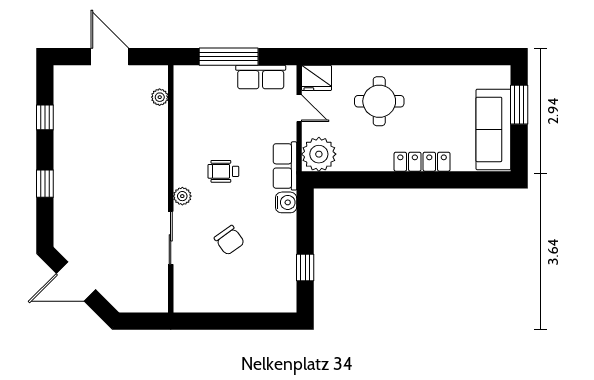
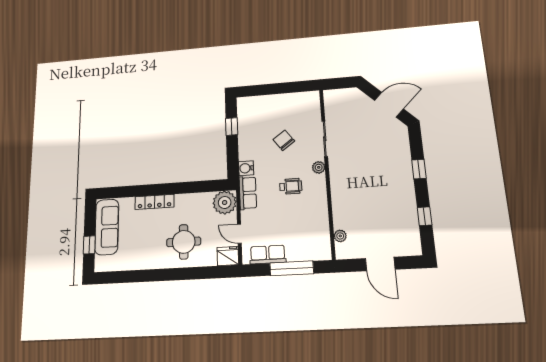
window: (519, 105) -> (89, 245), width x0.67

